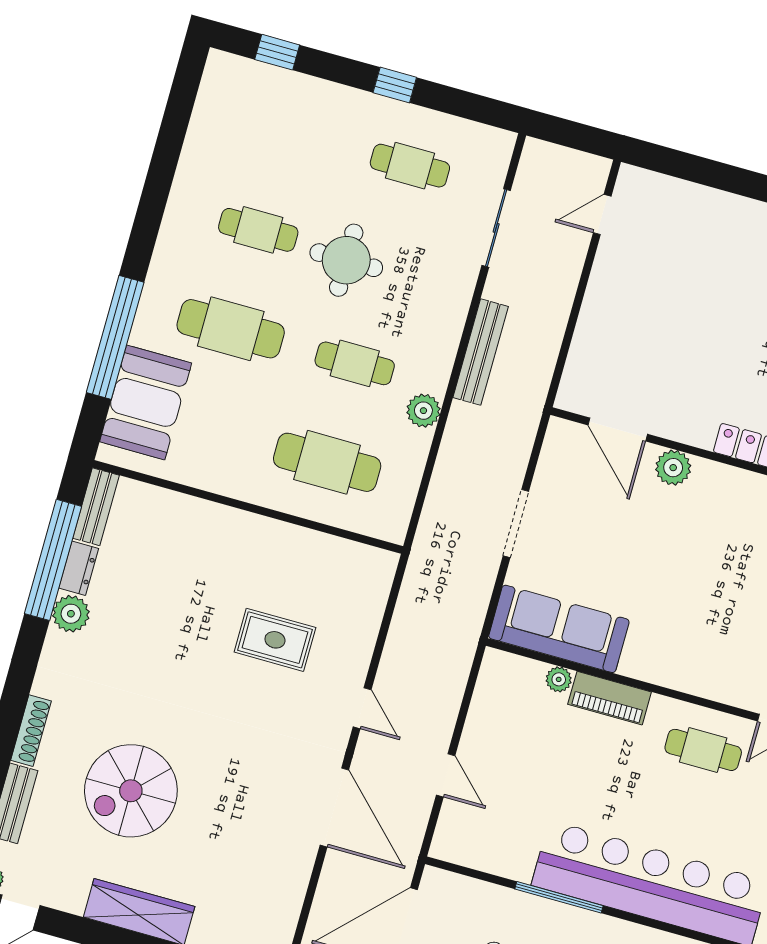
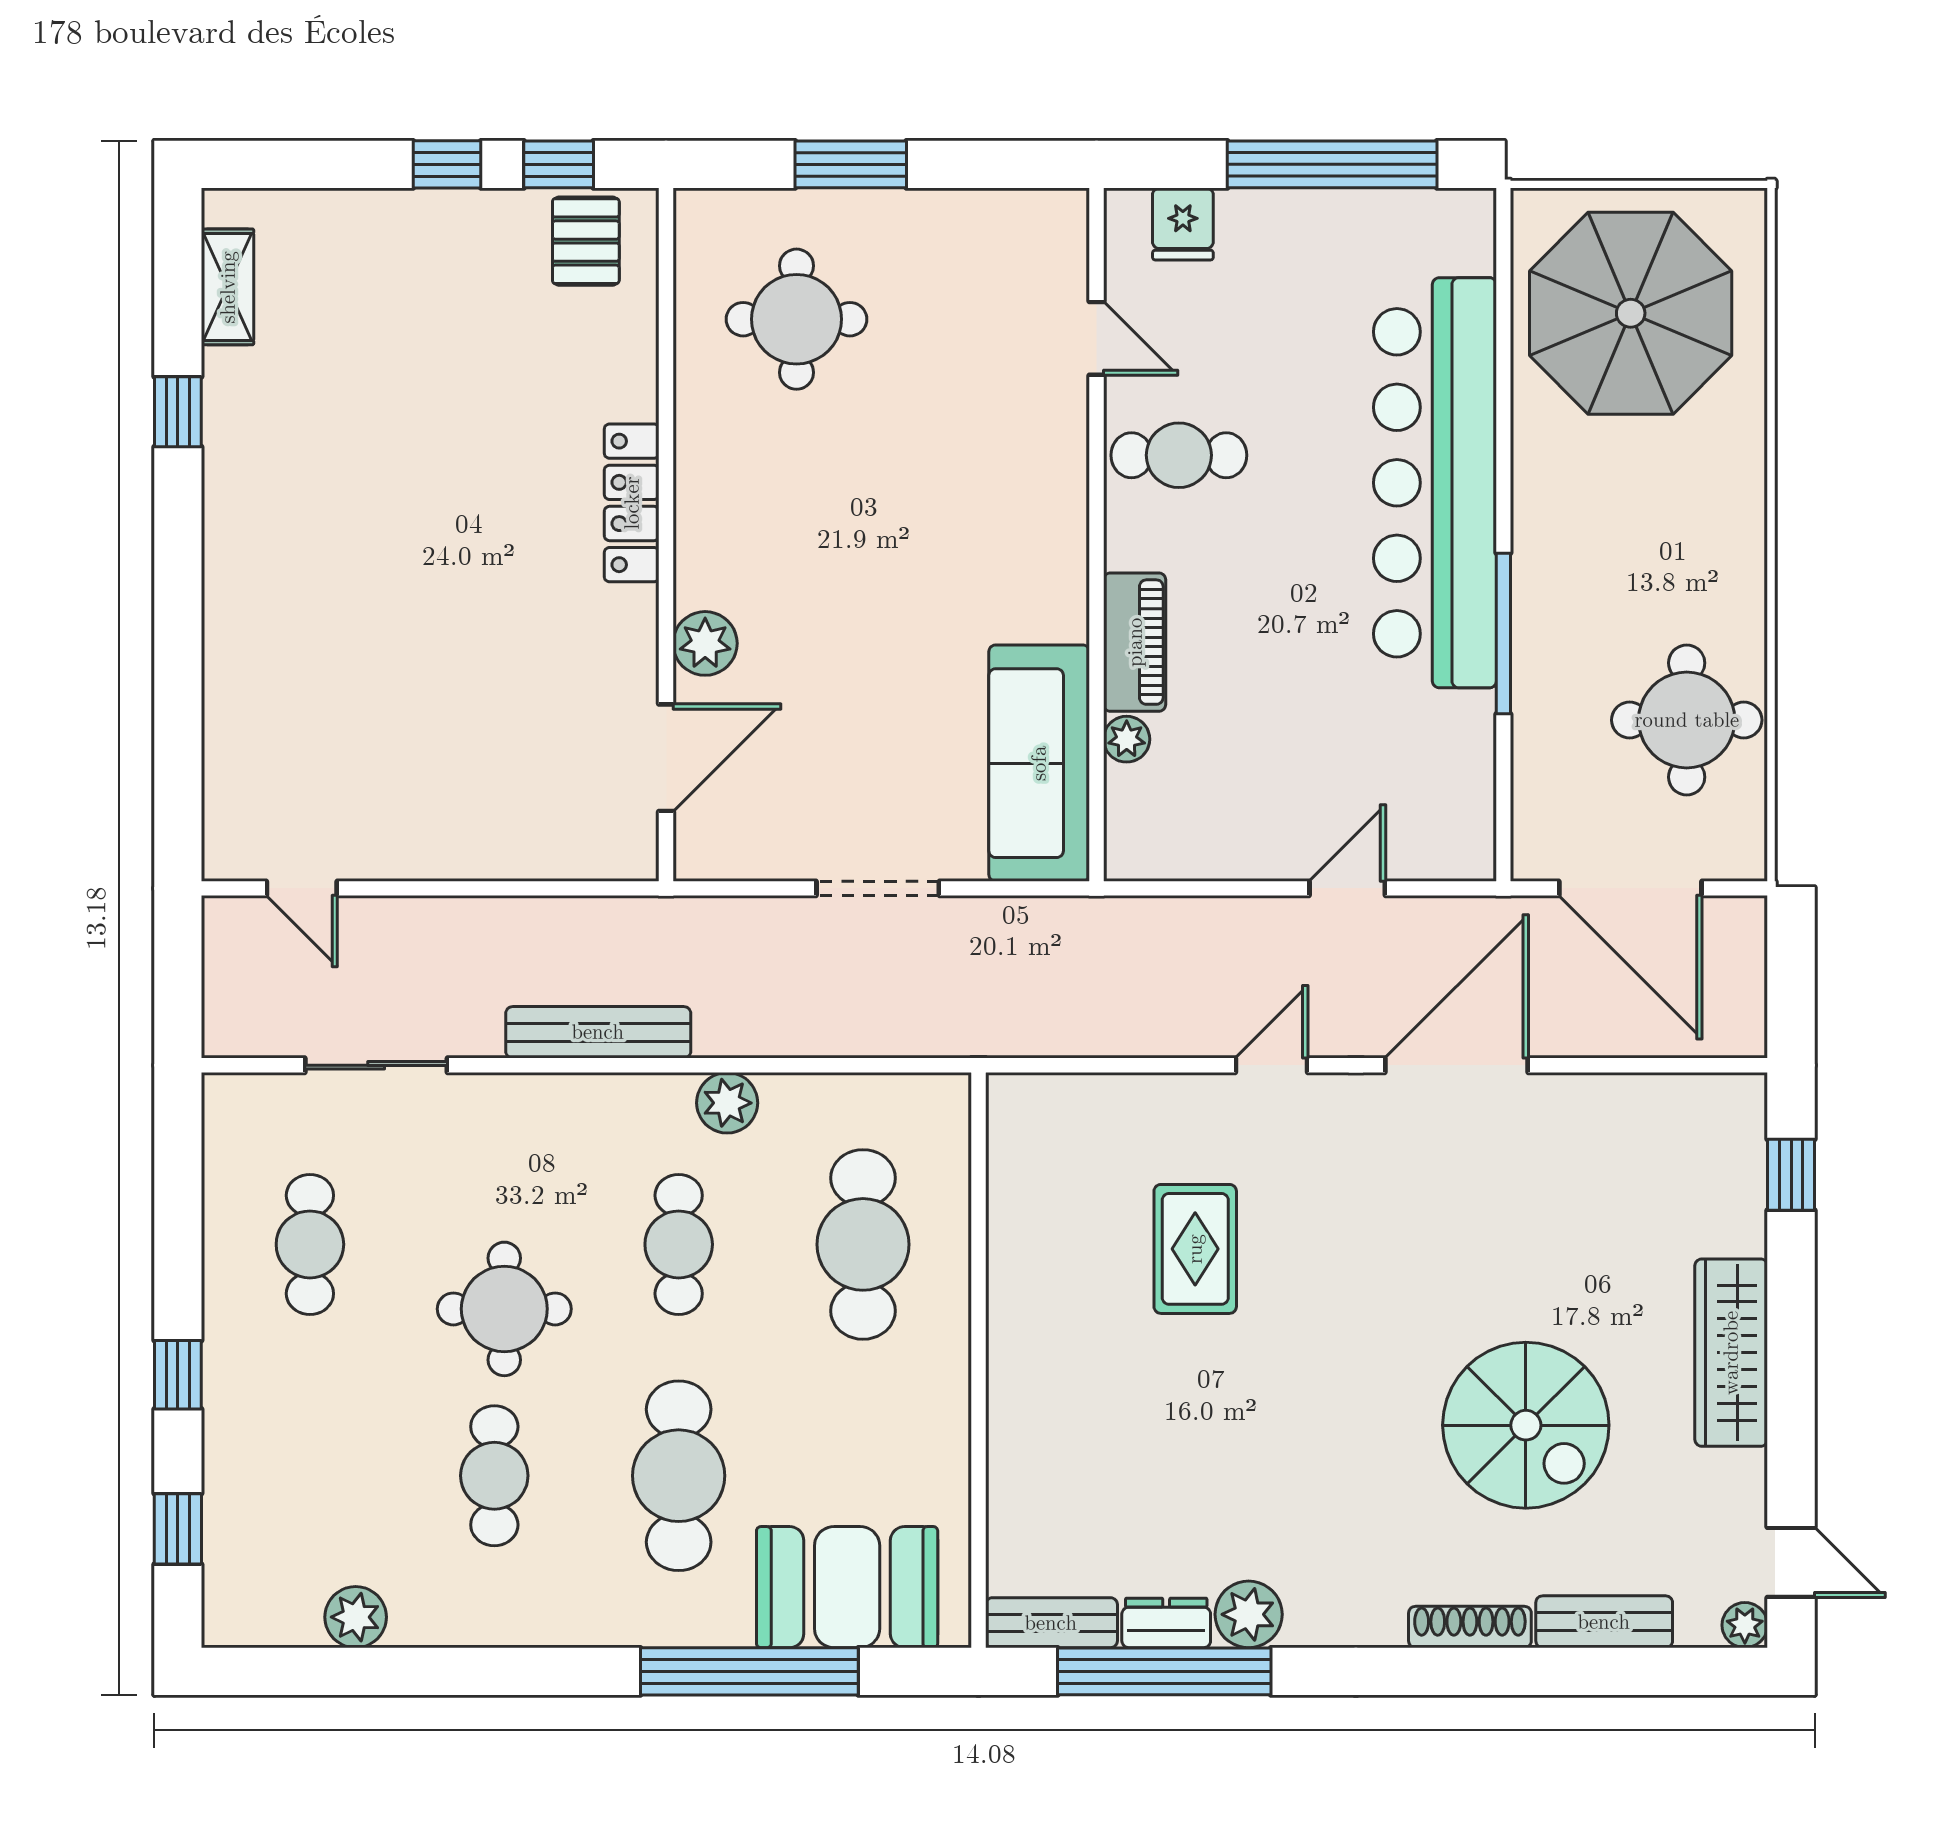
window: (395, 85) -> (178, 1375), moved
plant: (203, 134) -> (356, 1617), added
cafe table: (703, 750) -> (1179, 455), turned 90

